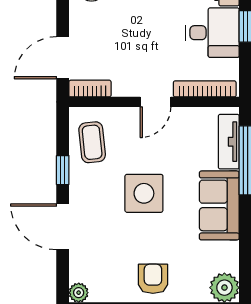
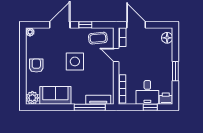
door: (155, 102) -> (116, 55), moved
sofa: (219, 205) -> (55, 95), moved
armchair: (153, 279) -> (36, 66), turned -90

